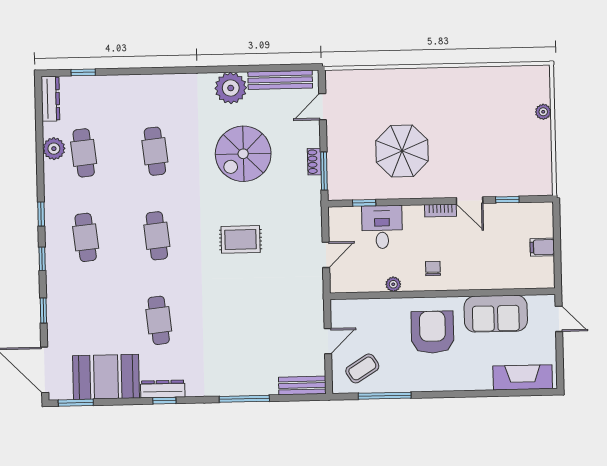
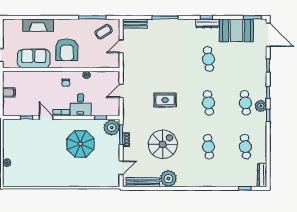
plant: (54, 149) -> (261, 106), moved
plant: (342, 184) -> (112, 128), added
desk: (382, 227) -> (80, 105), moved
fireplace: (523, 377) -> (38, 25), moved

